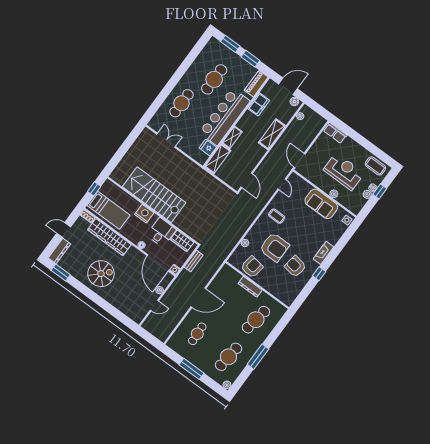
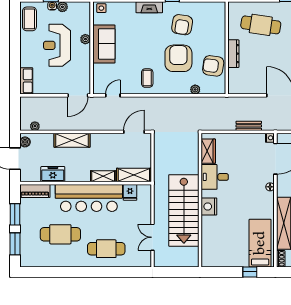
stairs: (154, 195) -> (184, 210), moved
wall: (153, 211) -> (200, 200), moved
nightstand: (144, 214) -> (209, 206), moved
desk: (161, 232) -> (215, 177), moved
wardrobe: (182, 241) -> (208, 151), moved

